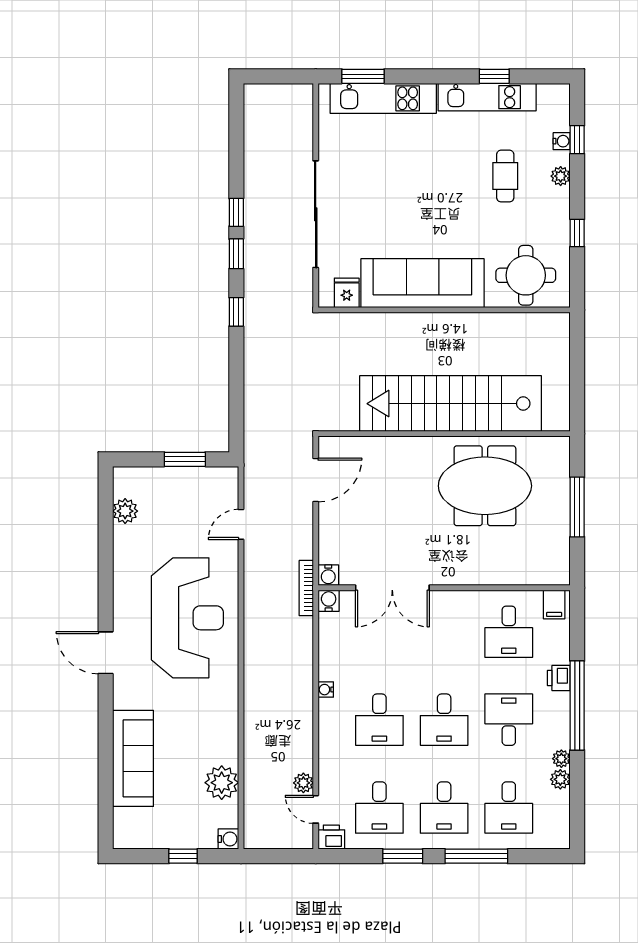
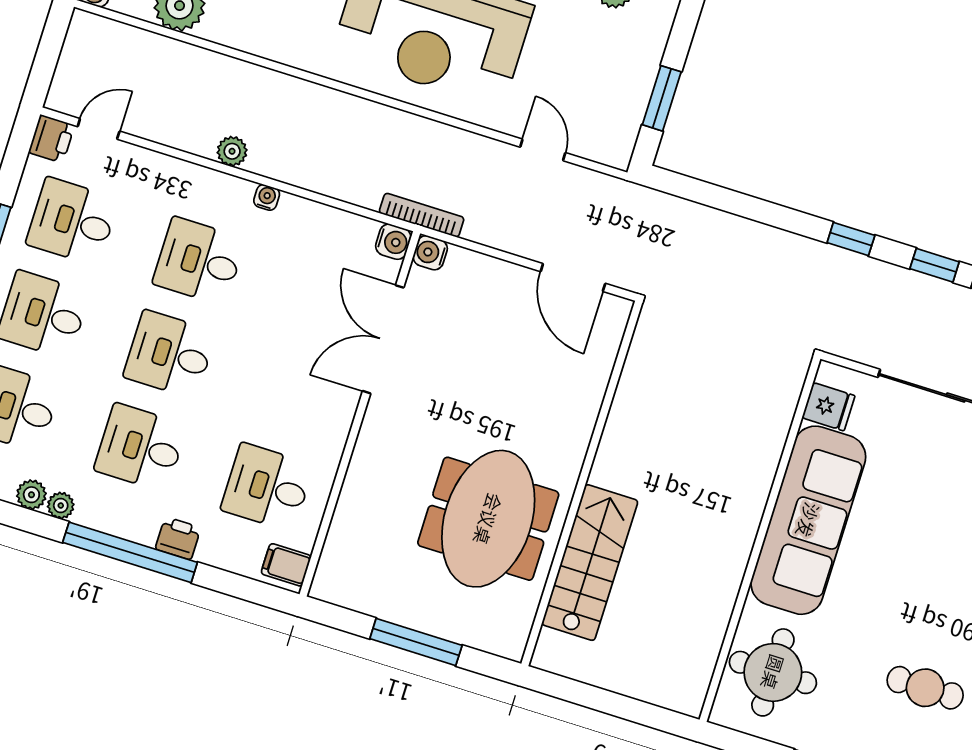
stairs: (451, 404) -> (590, 563), width x0.54, depth x0.66
desk: (509, 720) -> (141, 448), turned 180
plant: (303, 783) -> (232, 151), moved

